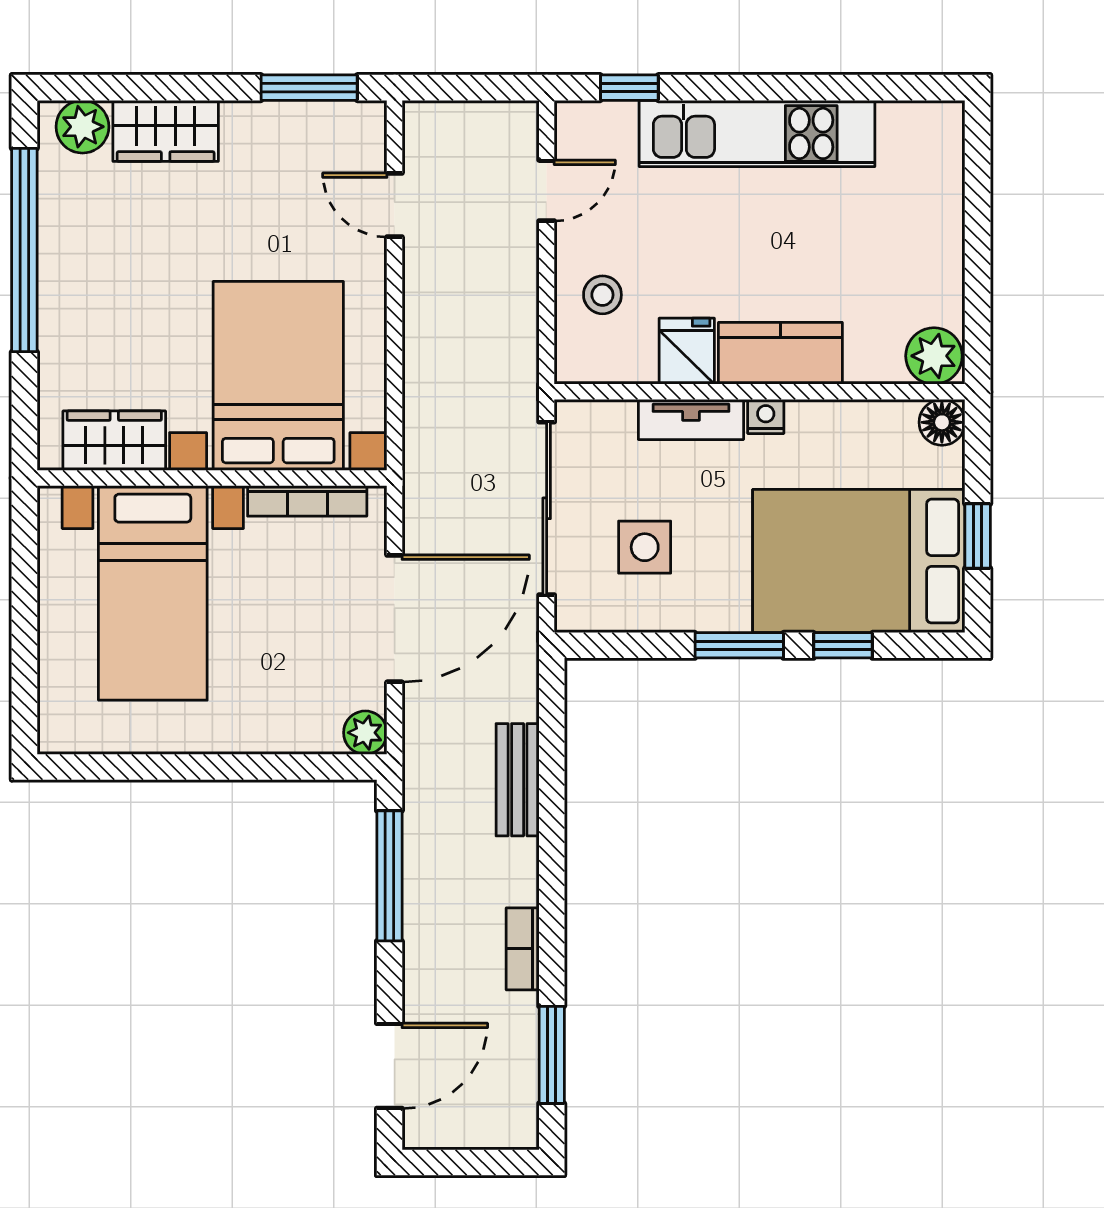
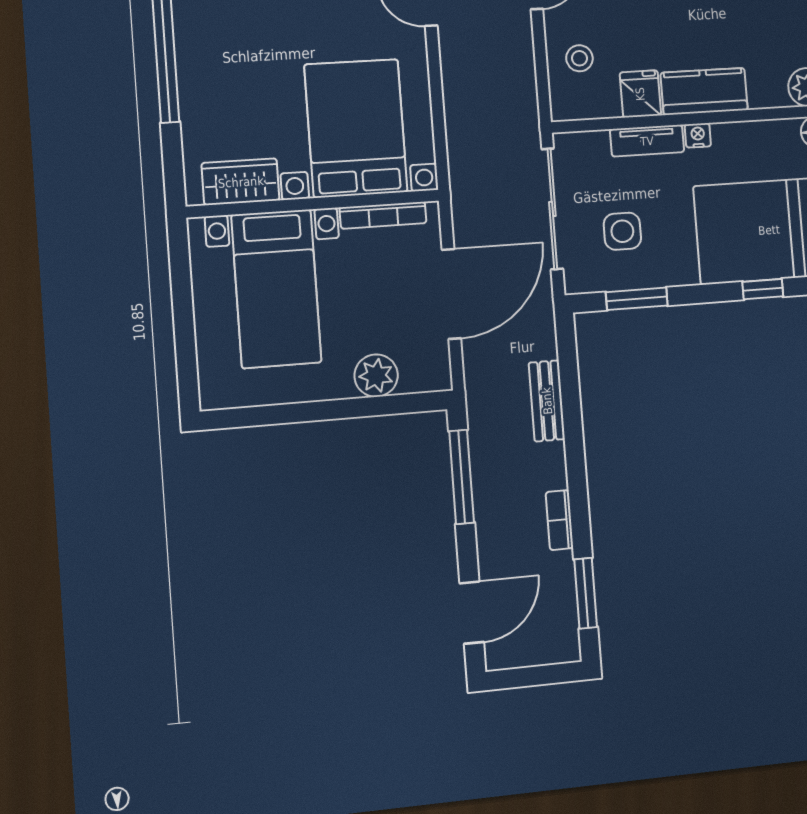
window: (739, 645) -> (637, 299), moved
plant: (365, 733) -> (376, 376), moved, width x1.38, depth x1.38

